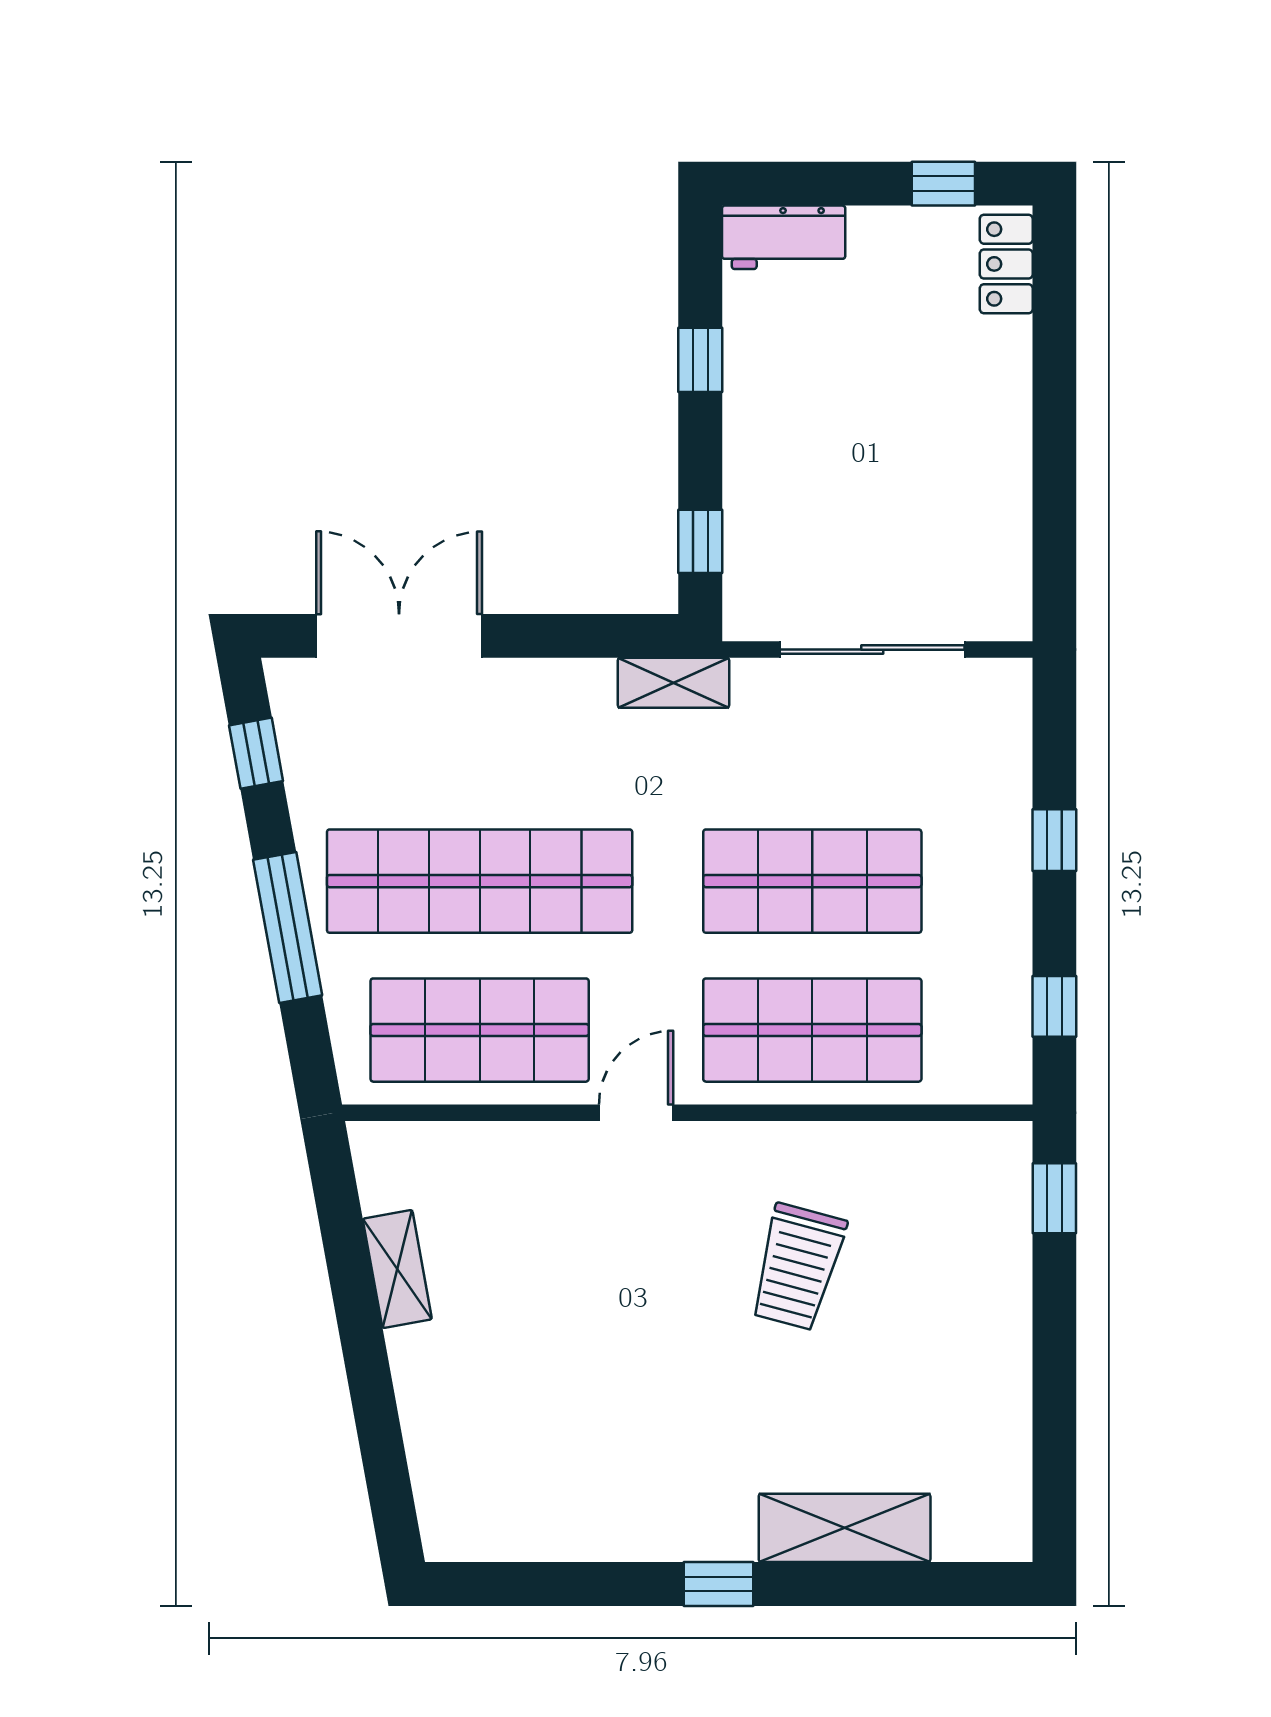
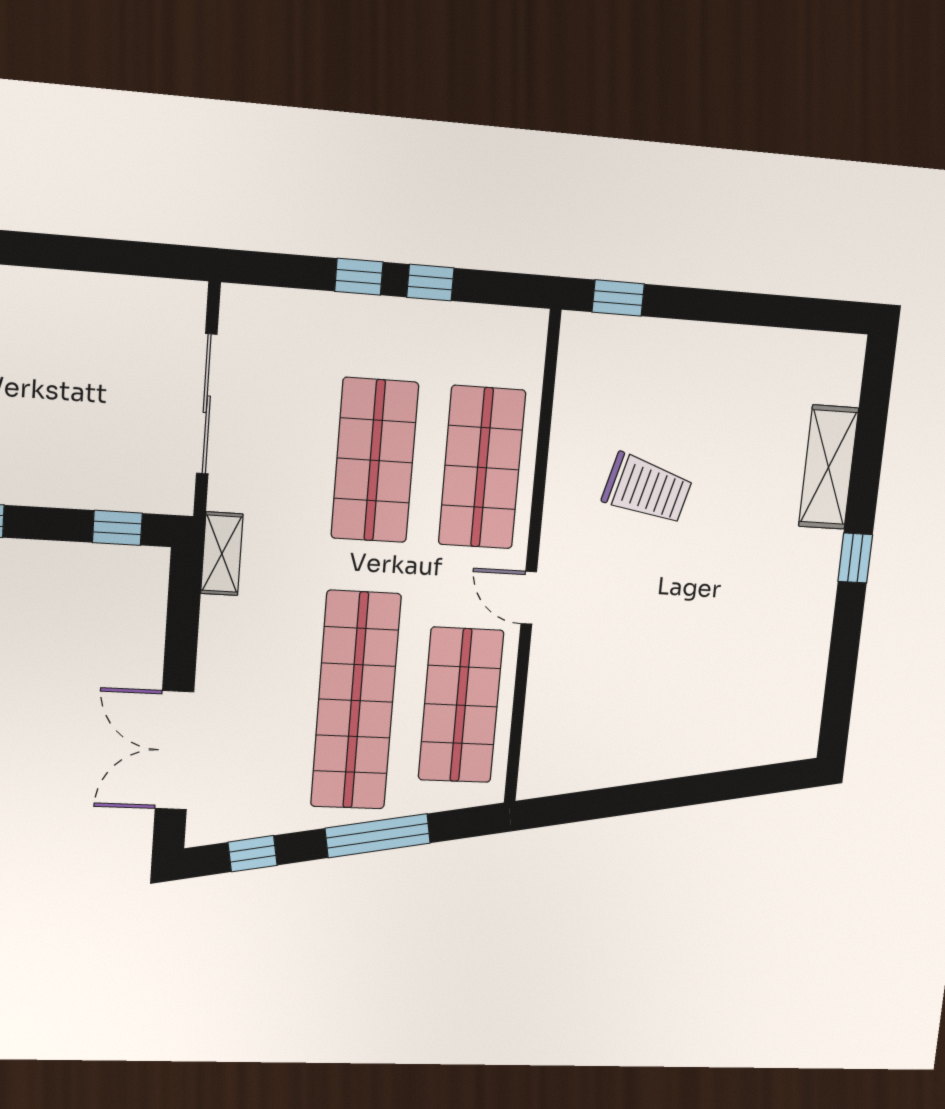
window: (1054, 1006) -> (430, 283), moved
shelving: (397, 1269) -> (620, 769), removed

